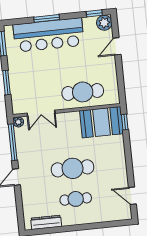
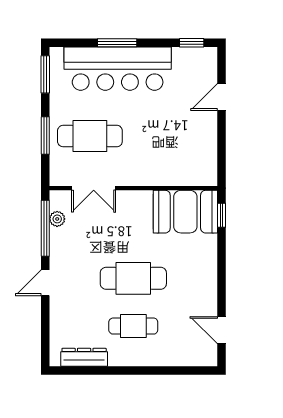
plant: (104, 23) -> (206, 59), removed
cafe table: (83, 92) -> (90, 136), moved
plant: (18, 122) -> (57, 219), moved

